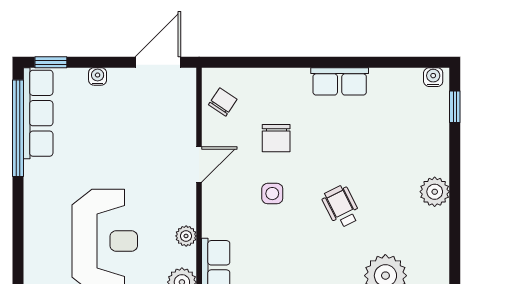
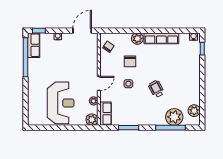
row of seats: (340, 81) -> (161, 38), width x1.48
plant: (294, 82) -> (137, 39), added
row of seats: (38, 113) -> (34, 45), width x0.68
door: (199, 164) -> (99, 83), moved
plant: (435, 192) -> (194, 111), moved

